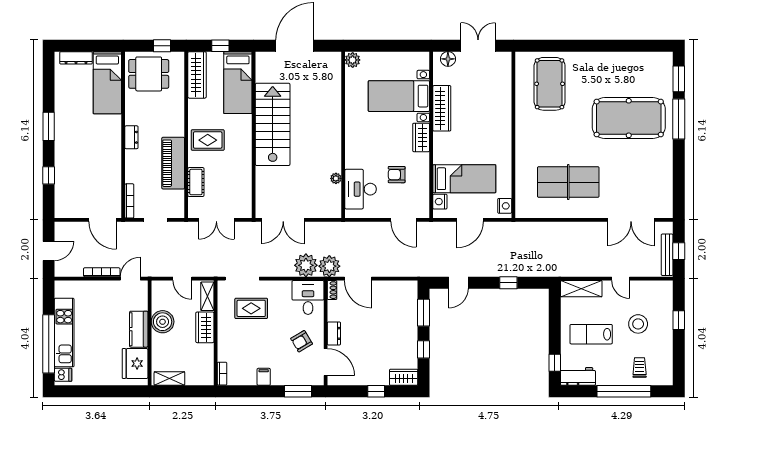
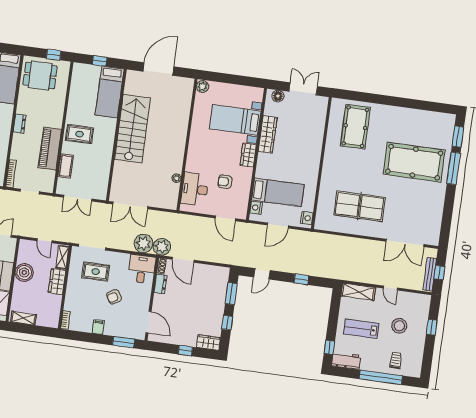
wardrobe: (197, 75) -> (78, 81), removed
dresser: (334, 333) -> (160, 284), moved
armchair: (302, 341) -> (114, 297), moved

